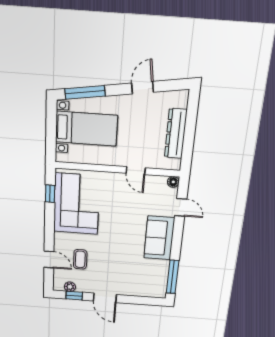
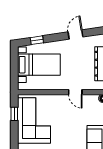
window: (85, 92) -> (37, 40), width x0.46

